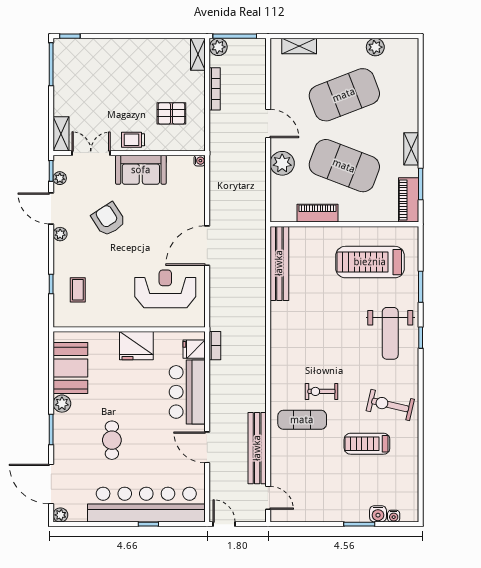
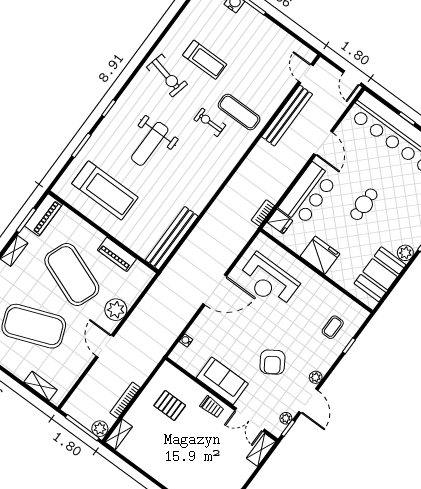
water cooler: (200, 161) -> (186, 340), moved
weight bench: (390, 333) -> (150, 144), moved, turned 180
exercise bike: (321, 391) -> (210, 122), turned 180
cafe table: (112, 440) -> (364, 204), moved

